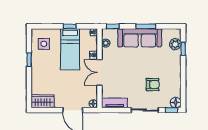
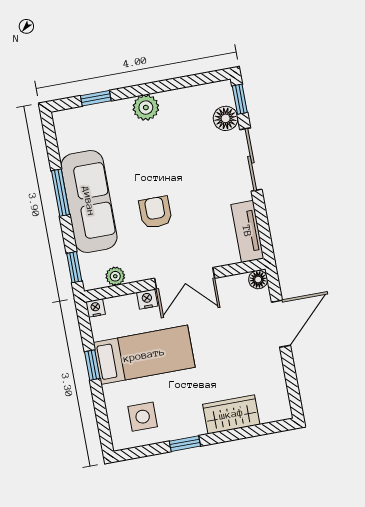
plant: (175, 44) -> (146, 108), moved
armchair: (153, 85) -> (155, 212), moved
wardrobe: (43, 101) -> (231, 414), moved, turned 90
floor lamp: (176, 103) -> (226, 118), moved

